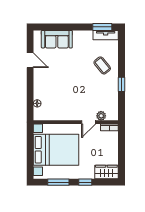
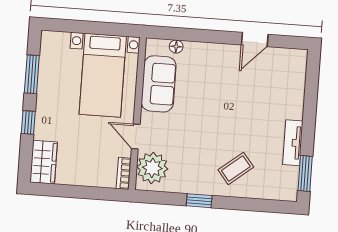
tv unit: (106, 35) -> (293, 143), moved
sofa: (57, 39) -> (159, 84), moved, turned 180
plant: (101, 116) -> (152, 168), width x1.87, depth x1.87
bed with nightstands: (56, 150) -> (103, 75), width x0.73

